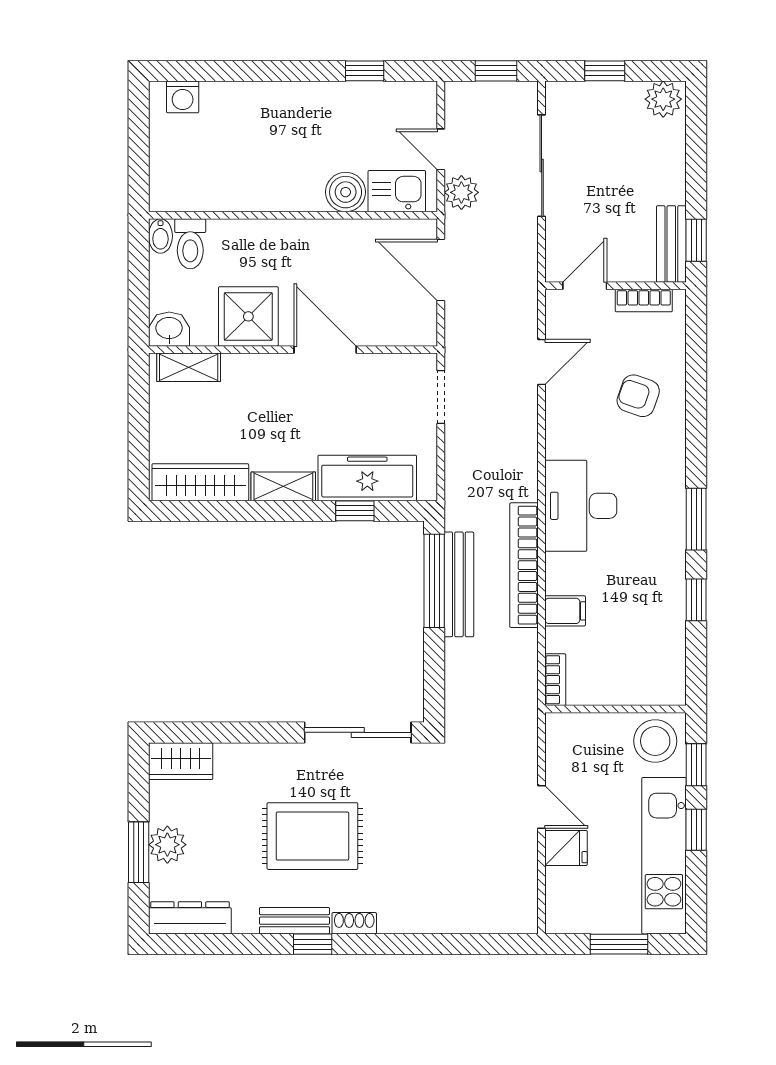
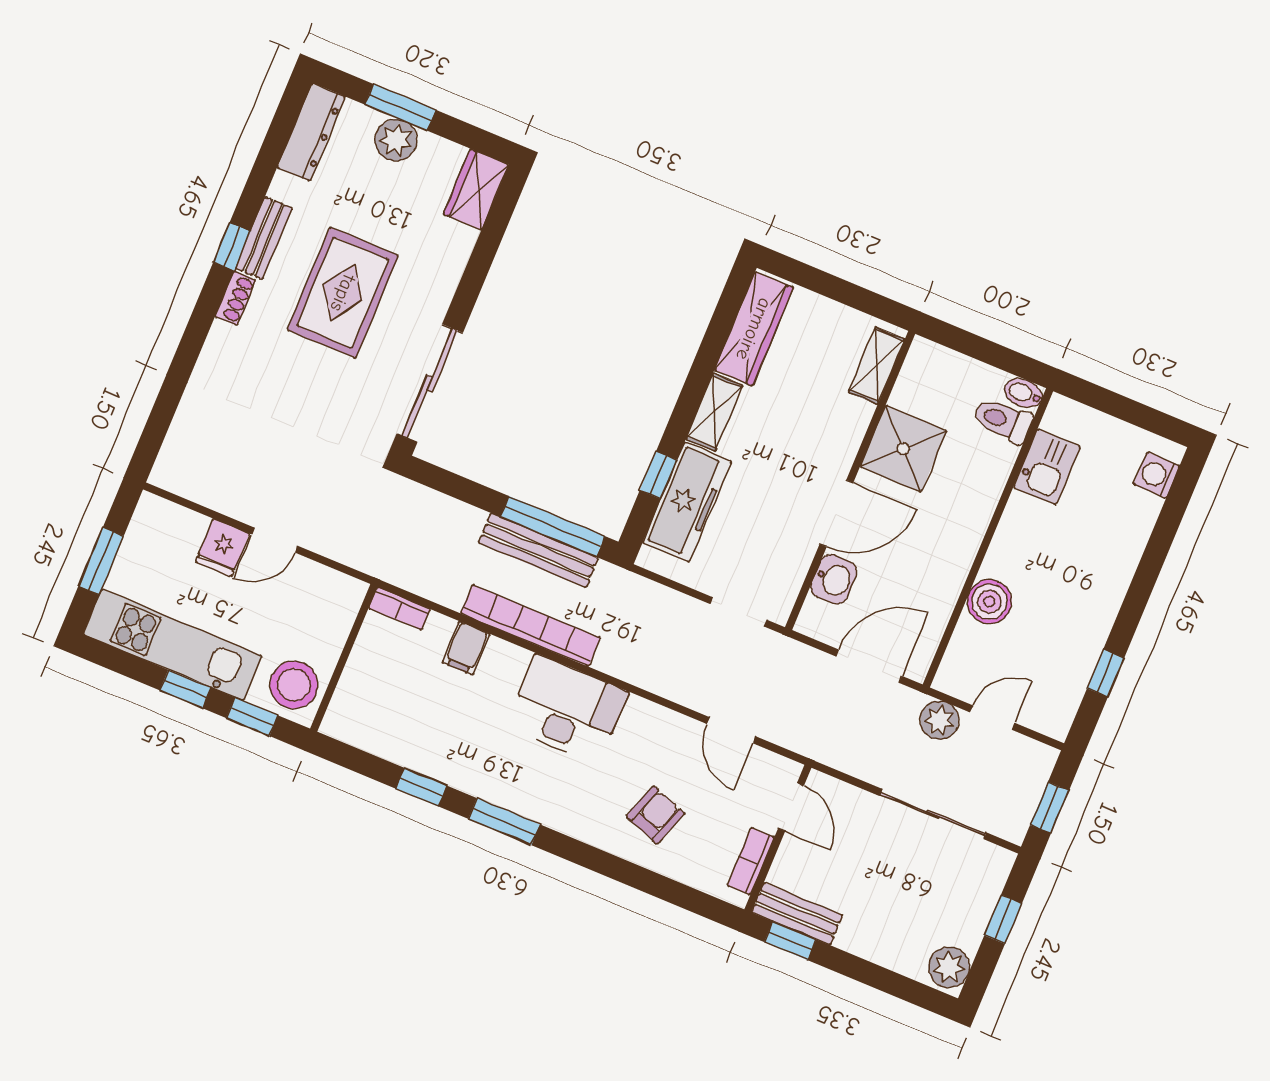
kitchen sink: (397, 191) -> (1047, 467), moved
washbasin: (169, 329) -> (834, 579), moved

